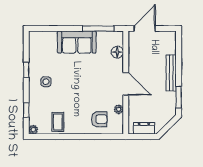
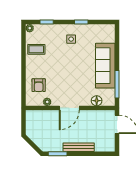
sofa: (77, 42) -> (105, 66), width x1.36
dresser: (144, 128) -> (31, 124), removed

